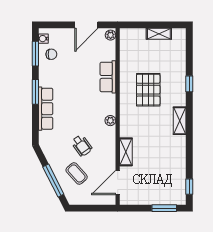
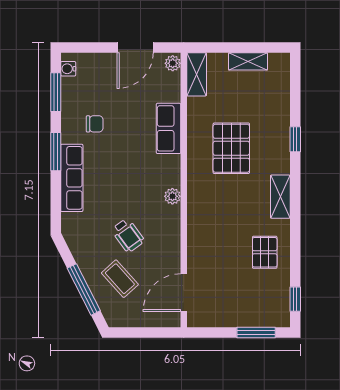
chair: (51, 54) -> (95, 124), moved
shelving: (126, 152) -> (197, 74), moved
pallet: (170, 157) -> (265, 252), added

